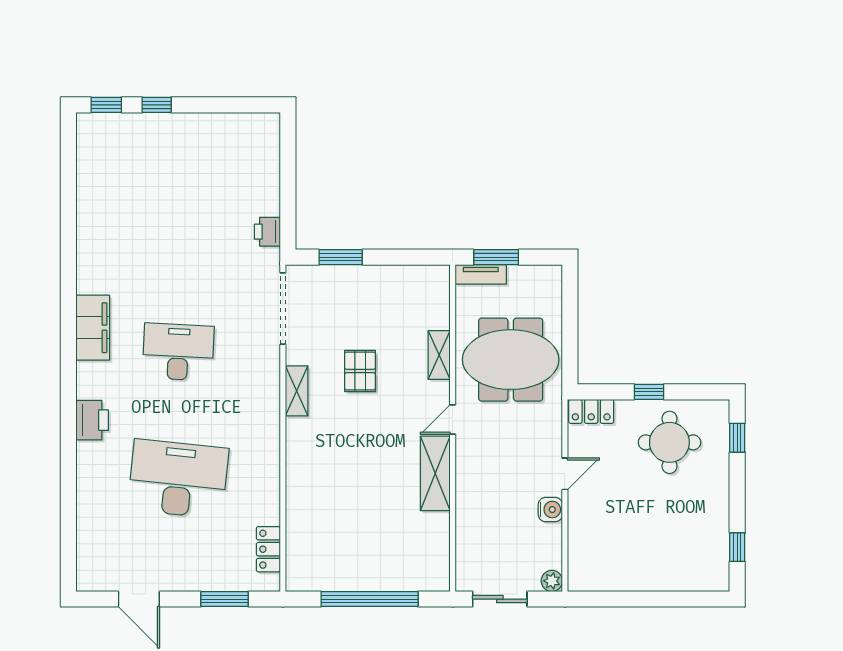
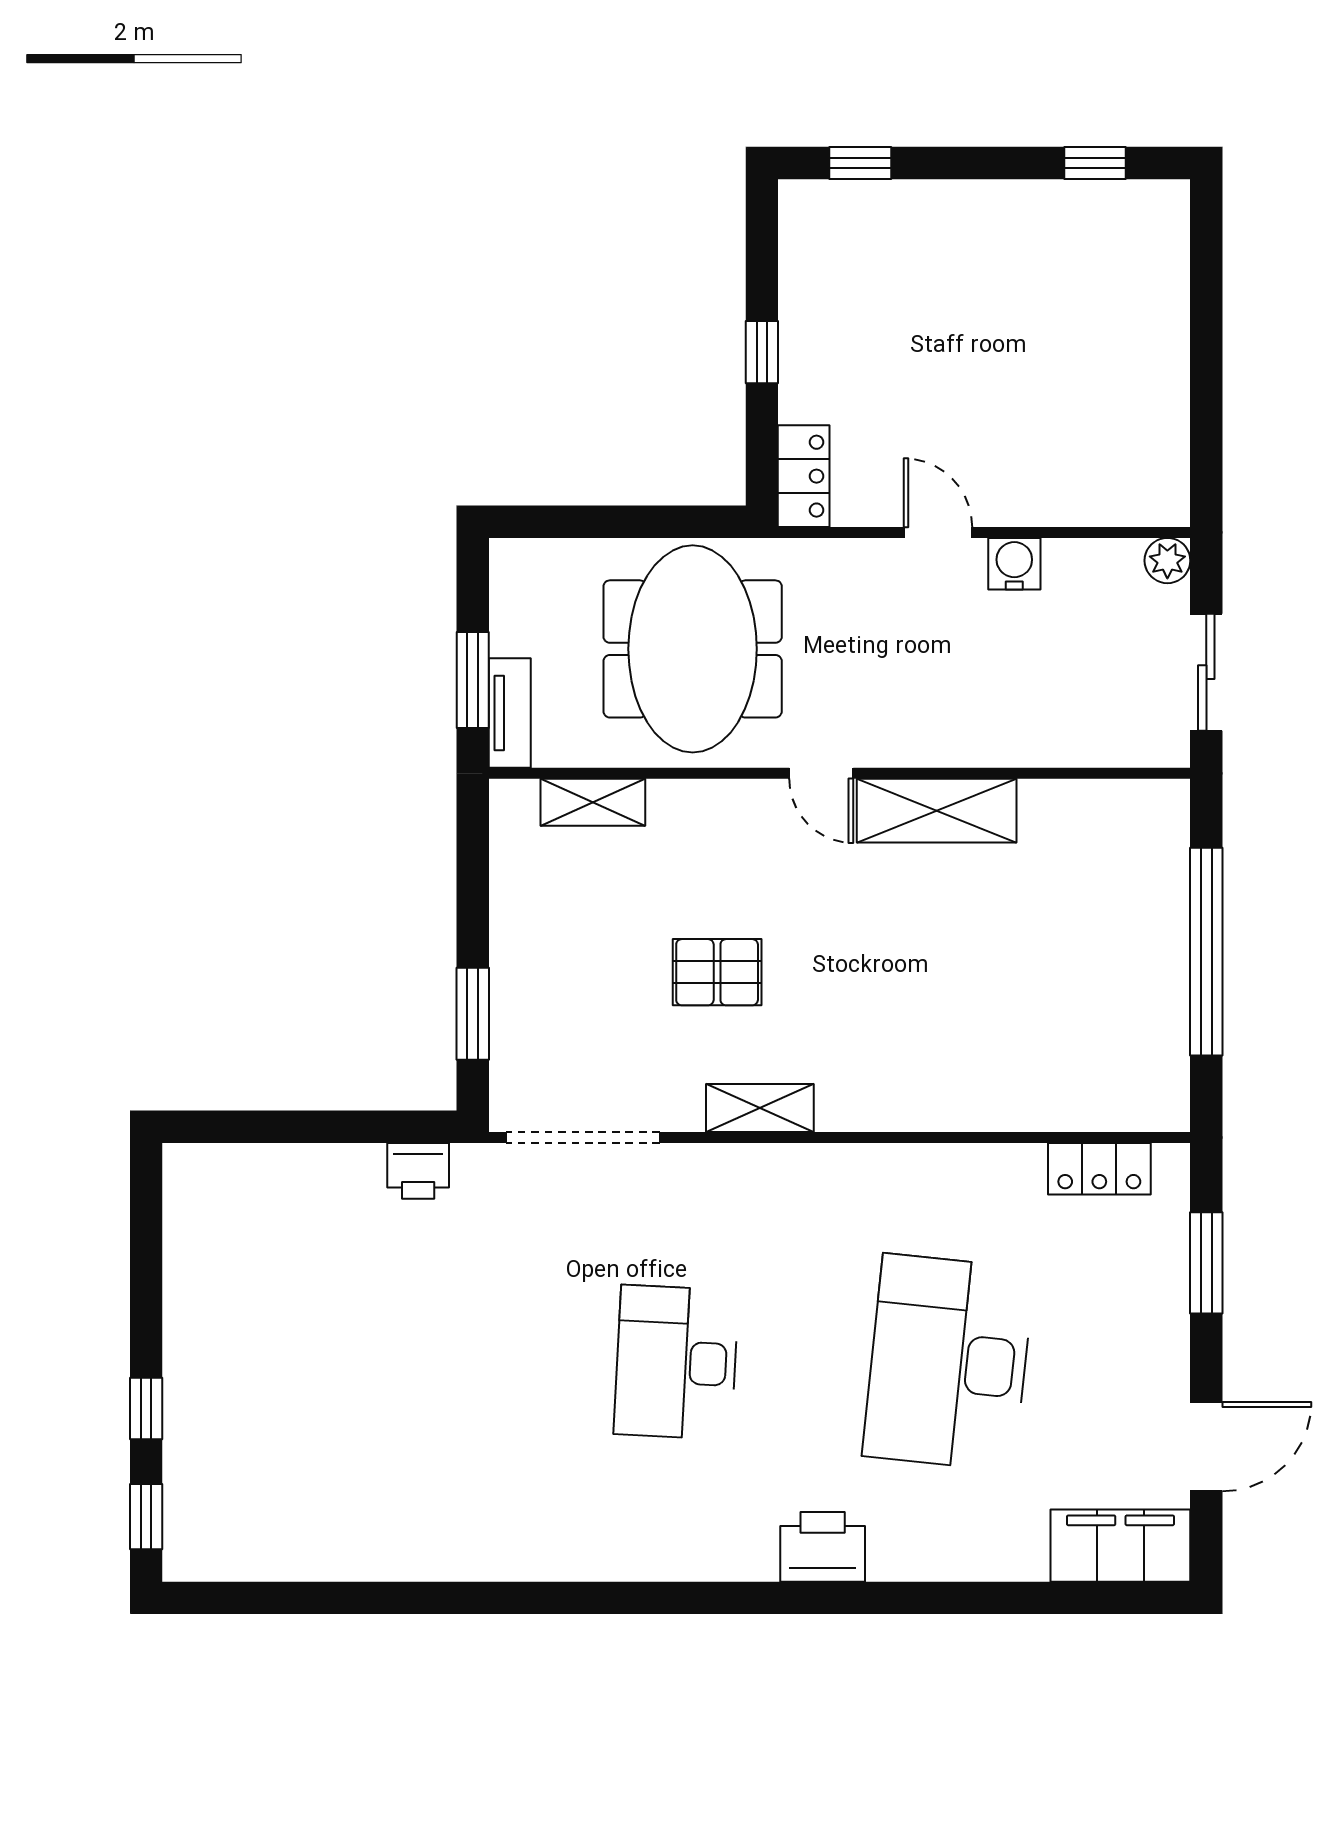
filing cabinet: (93, 328) -> (1120, 1546), moved
shelving: (439, 355) -> (593, 802), moved
round table: (669, 442) -> (870, 308), removed

